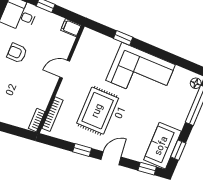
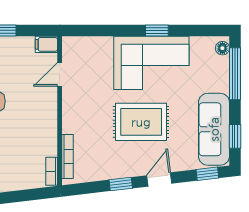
window: (123, 38) -> (157, 30), moved
door: (65, 69) -> (60, 74), moved
rug: (98, 111) -> (141, 122), moved, turned 90
sofa: (162, 146) -> (214, 129), width x1.36

